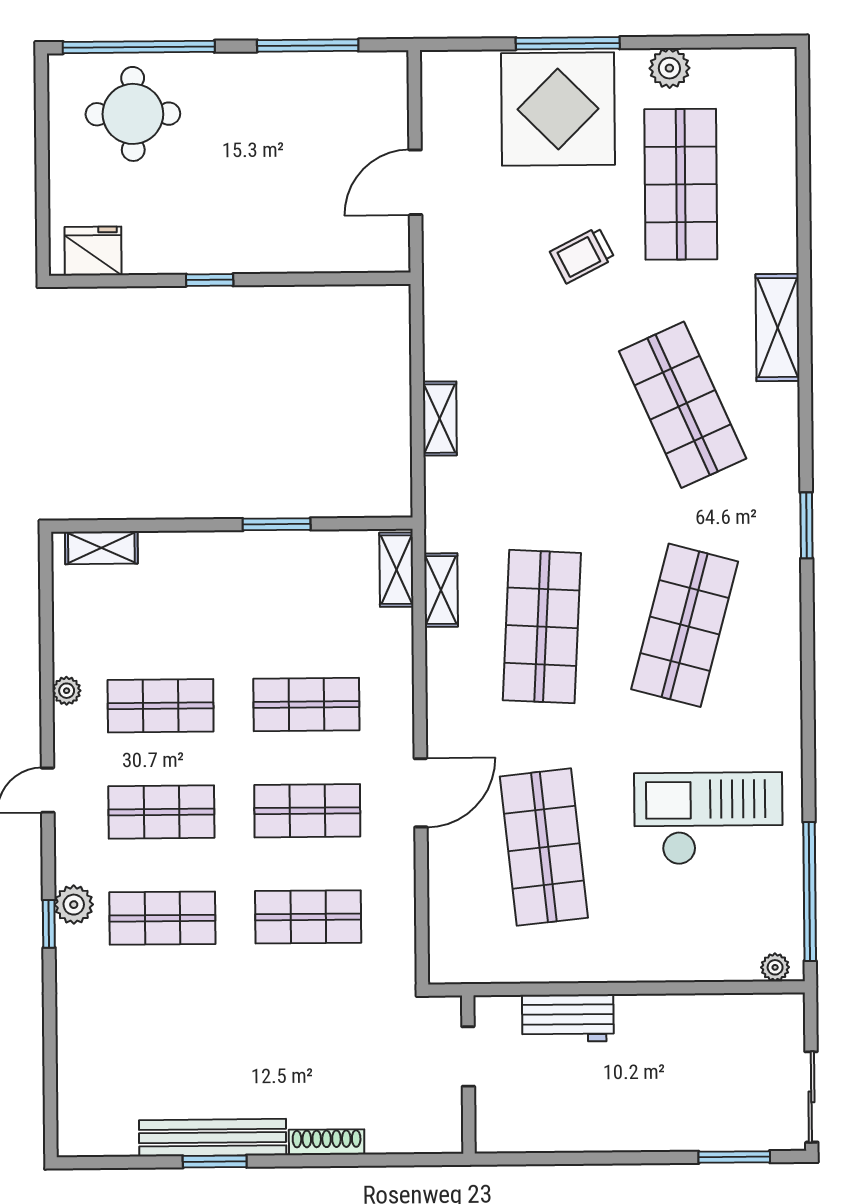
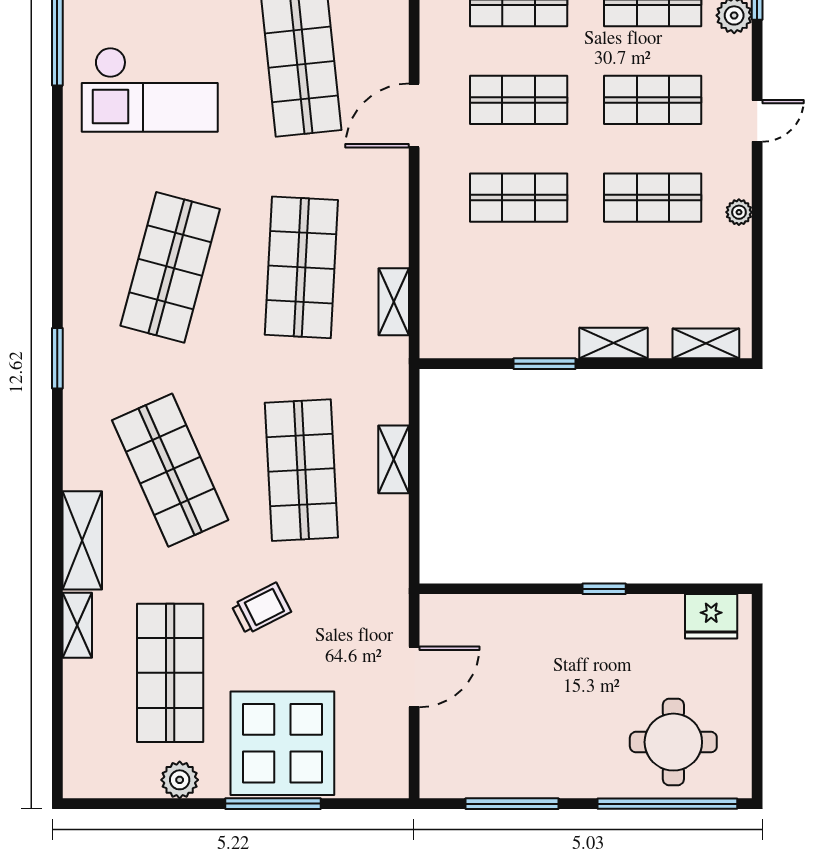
shelving: (782, 235) -> (77, 625), added
shop shelf: (540, 406) -> (301, 470), added
shelving: (396, 570) -> (613, 343), moved, turned 90

